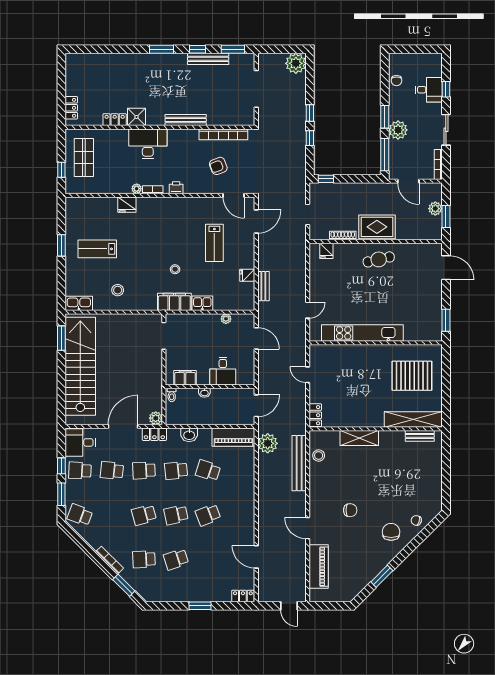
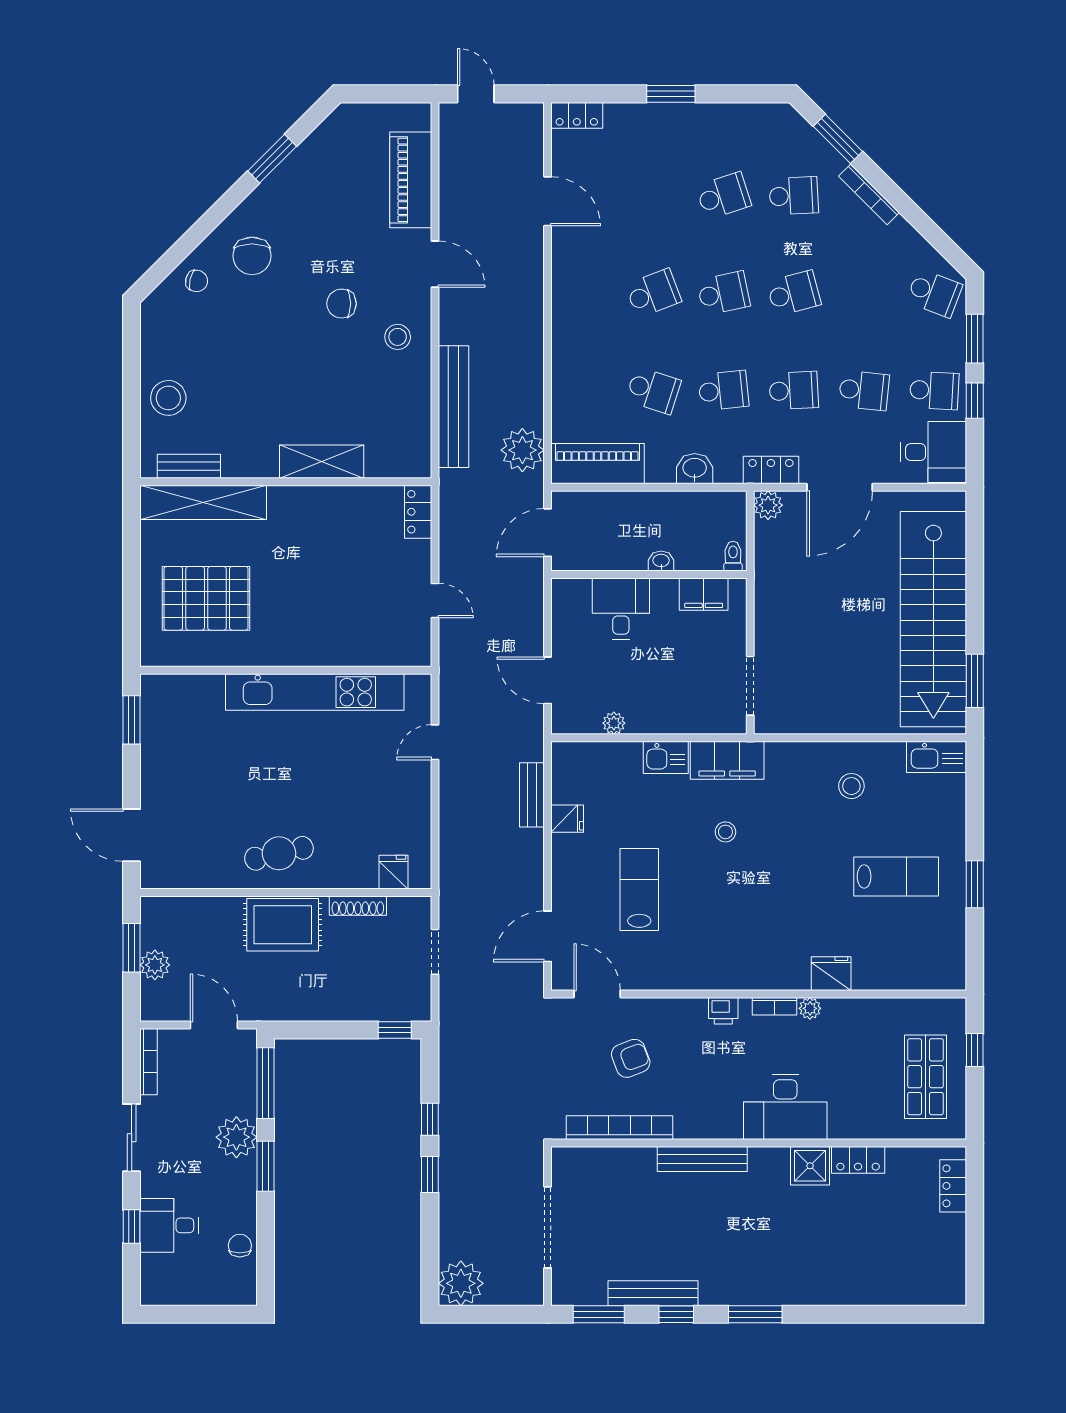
stool: (319, 456) -> (398, 337), moved
stool: (429, 467) -> (168, 398), added

